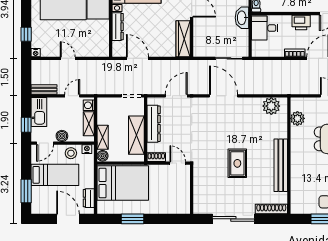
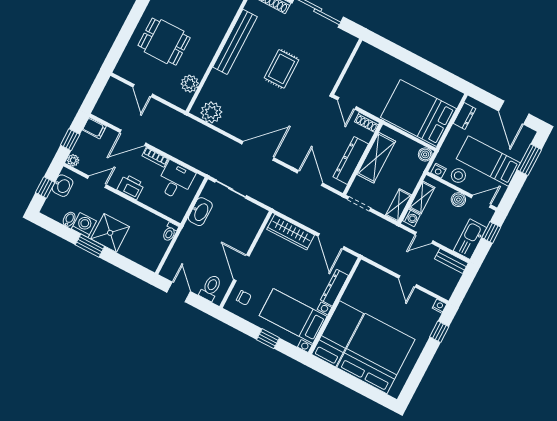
washbasin: (242, 18) -> (200, 212), moved
desk: (265, 28) -> (175, 180), moved, turned -90
wardrobe: (183, 39) -> (291, 232), moved, turned 90
door: (176, 96) -> (310, 178), swing flipped
door: (224, 96) -> (258, 151), swing flipped
shelving: (103, 137) -> (398, 205), moved
door: (68, 219) -> (514, 113), moved
window: (133, 219) -> (429, 68), removed

